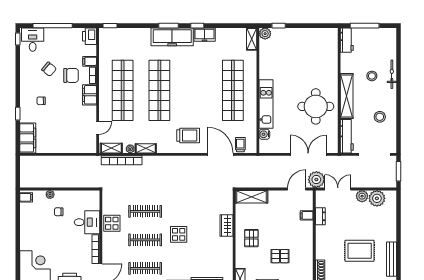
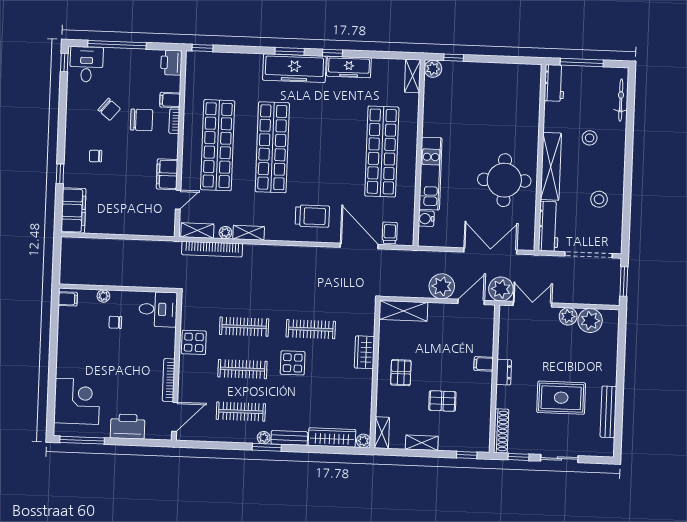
freezer: (205, 35) -> (349, 67), width x1.40
bicycle: (392, 74) -> (621, 100), moved
filing cabinet: (90, 95) -> (167, 174), moved
plant: (277, 179) -> (442, 286), added
clothes rail: (190, 211) -> (311, 329), added
filing cabinet: (307, 215) -> (484, 364), moved
dresser: (320, 216) -> (504, 372), moved
desk: (87, 222) -> (158, 309), moved

